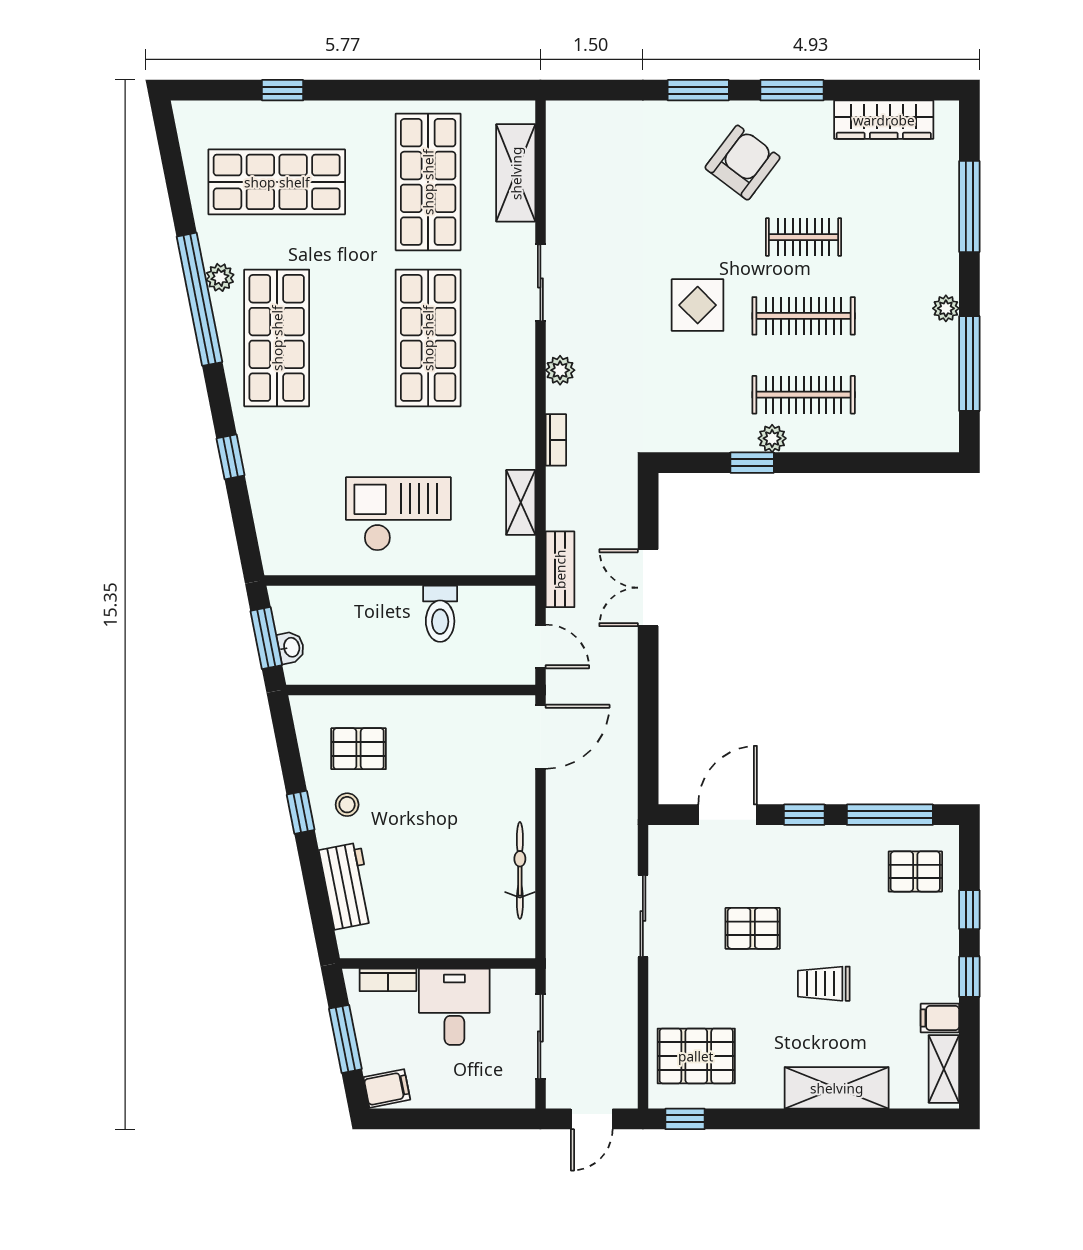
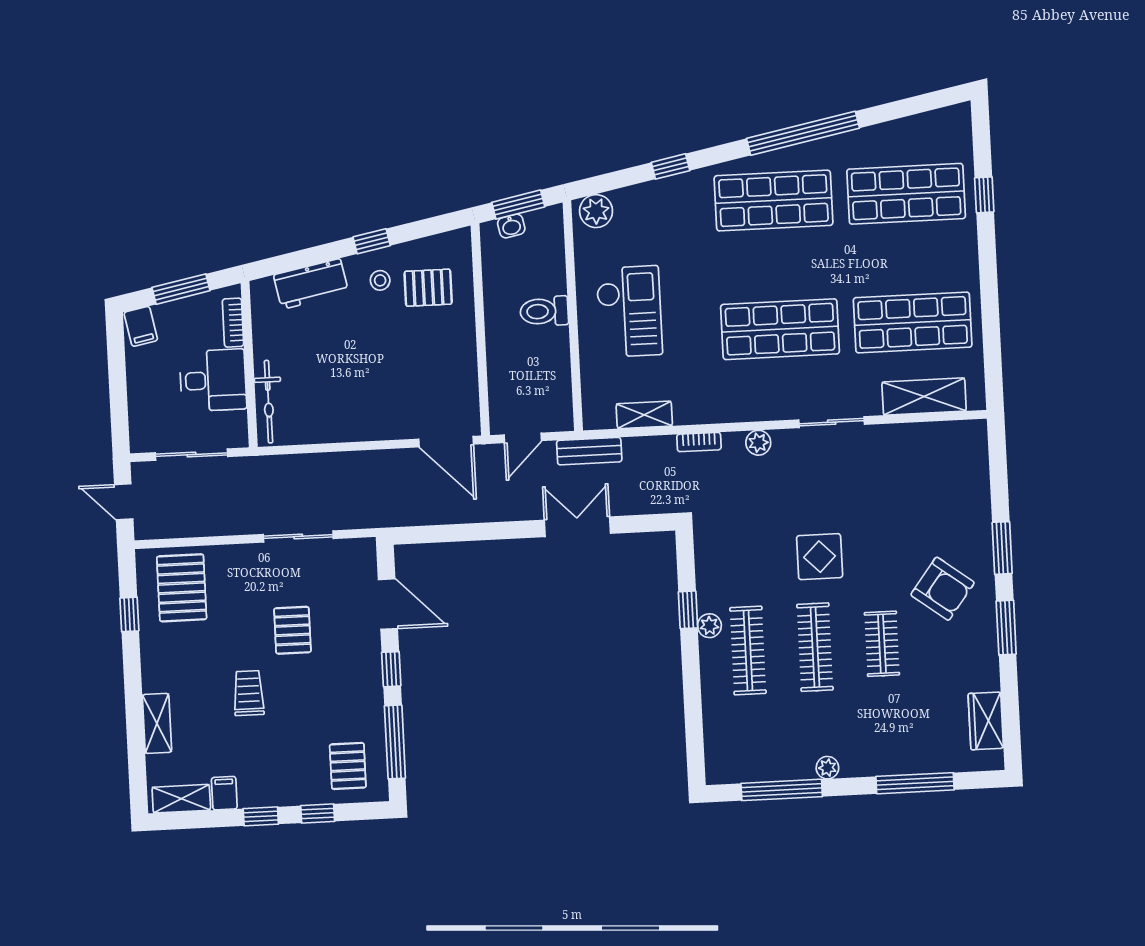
wardrobe: (884, 120) -> (986, 721), width x0.67
shop shelf: (277, 182) -> (906, 194), turned 90
plant: (220, 277) -> (596, 211), moved, width x1.38, depth x1.38
toilet: (440, 614) -> (544, 311), moved
pallet: (359, 749) -> (428, 288), turned 90
bicycle: (520, 870) -> (268, 402), moved, turned 90
shelving: (837, 1088) -> (157, 723), width x0.67, depth x0.75
window: (685, 1119) -> (129, 614), moved

